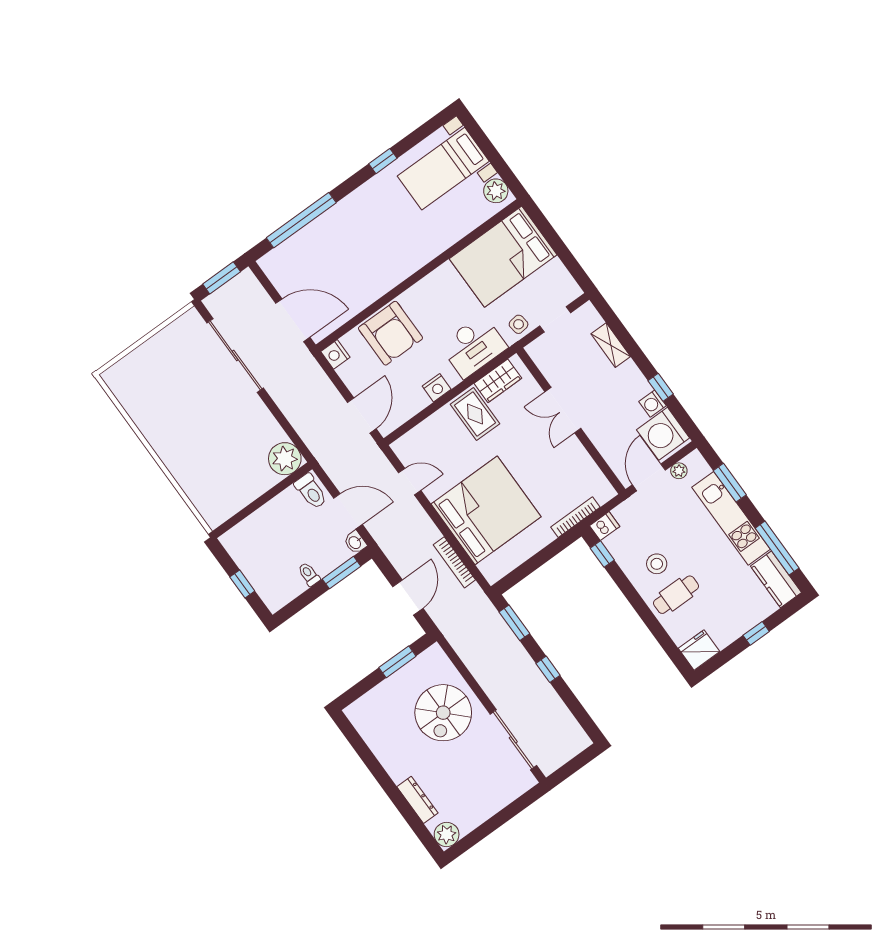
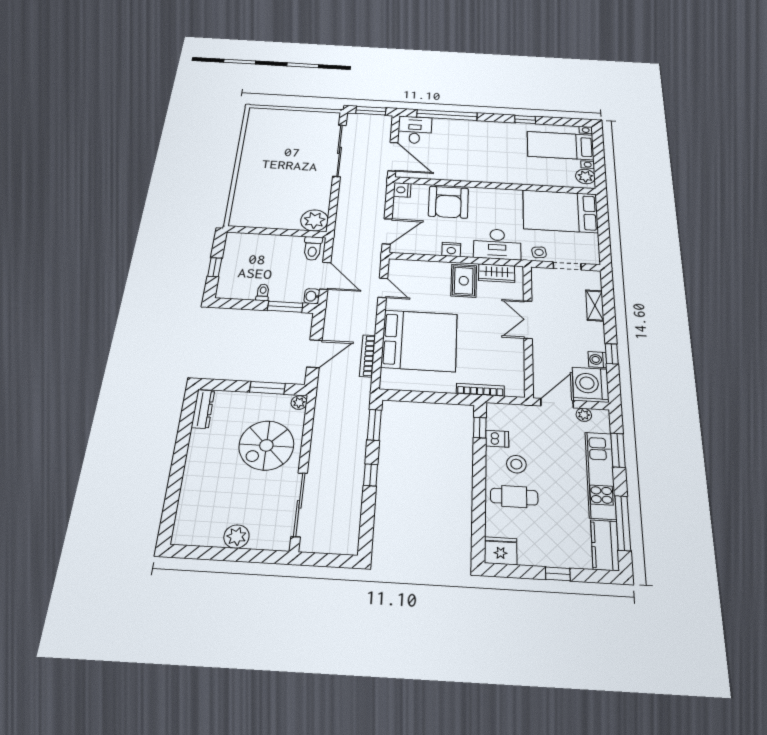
desk: (286, 267) -> (415, 130), added
dishwasher: (605, 526) -> (497, 439), moved
plant: (436, 654) -> (299, 403), added
dresser: (417, 800) -> (203, 409), moved
plant: (447, 834) -> (236, 537), moved

